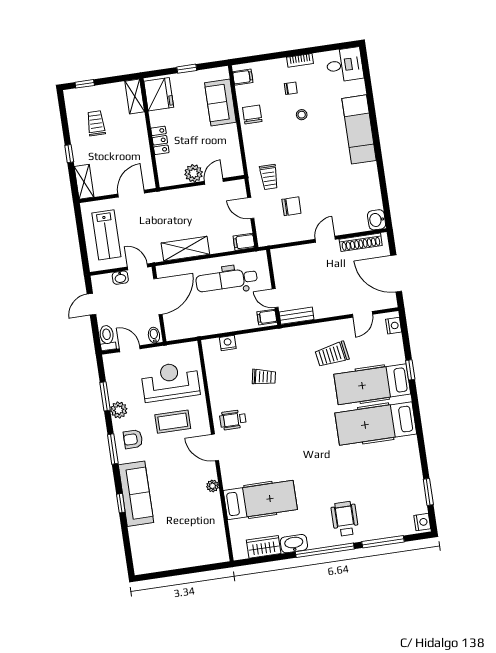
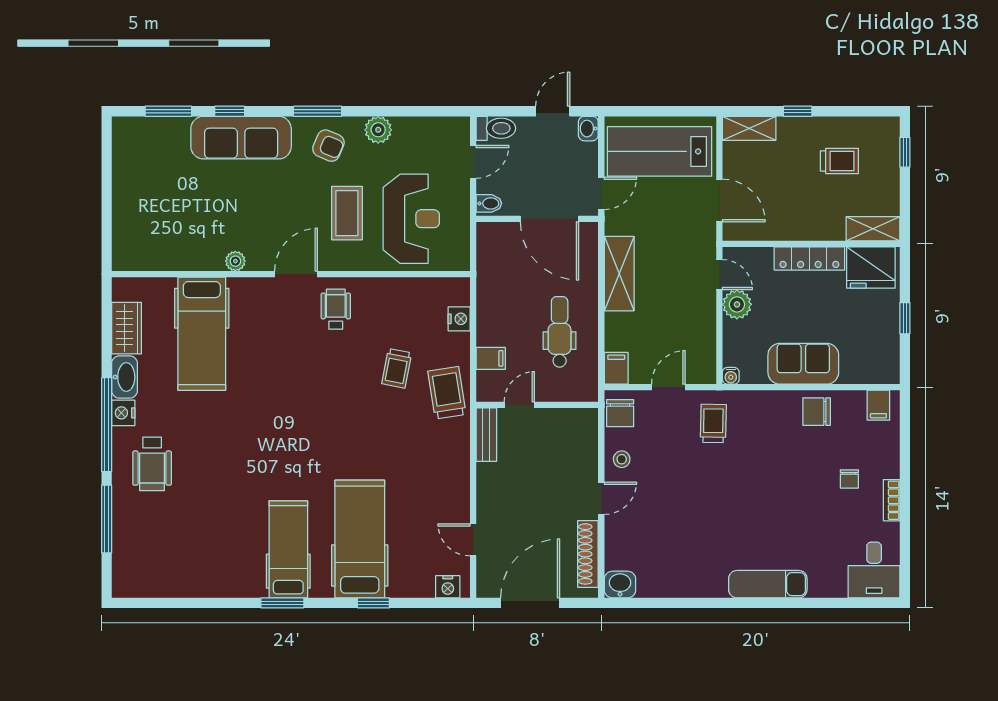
sofa: (220, 103) -> (803, 364), moved
chair: (252, 115) -> (817, 412), turned 180
stool: (302, 115) -> (622, 459), moved
exam couch: (359, 129) -> (768, 584), width x0.73, depth x0.69
locker: (160, 140) -> (809, 259), width x1.53
water cooler: (238, 171) -> (731, 376), added
trolley: (269, 177) -> (713, 423), turned 91
door: (214, 181) -> (719, 275), moved
chair: (291, 206) -> (620, 413), moved
lab bench: (106, 235) -> (659, 151), width x1.36, depth x1.39
door: (325, 239) -> (601, 498), hinge flipped
washbasin: (120, 278) -> (588, 129), moved
dental chair: (227, 280) -> (560, 332), width x0.73, depth x0.72
door: (91, 304) -> (553, 111), hinge flipped
filing cabinet: (267, 317) -> (491, 358), moved, turned 90
trolley: (332, 354) -> (447, 393), moved
window: (105, 396) -> (168, 111), moved
hospital bed: (376, 423) -> (288, 549), width x0.73, depth x0.78
armchair: (133, 439) -> (328, 146), turned 113
window: (428, 492) -> (282, 603), moved
wheelchair: (345, 519) -> (152, 464), turned 90
nightstand: (422, 522) -> (123, 413), moved, turned 90

